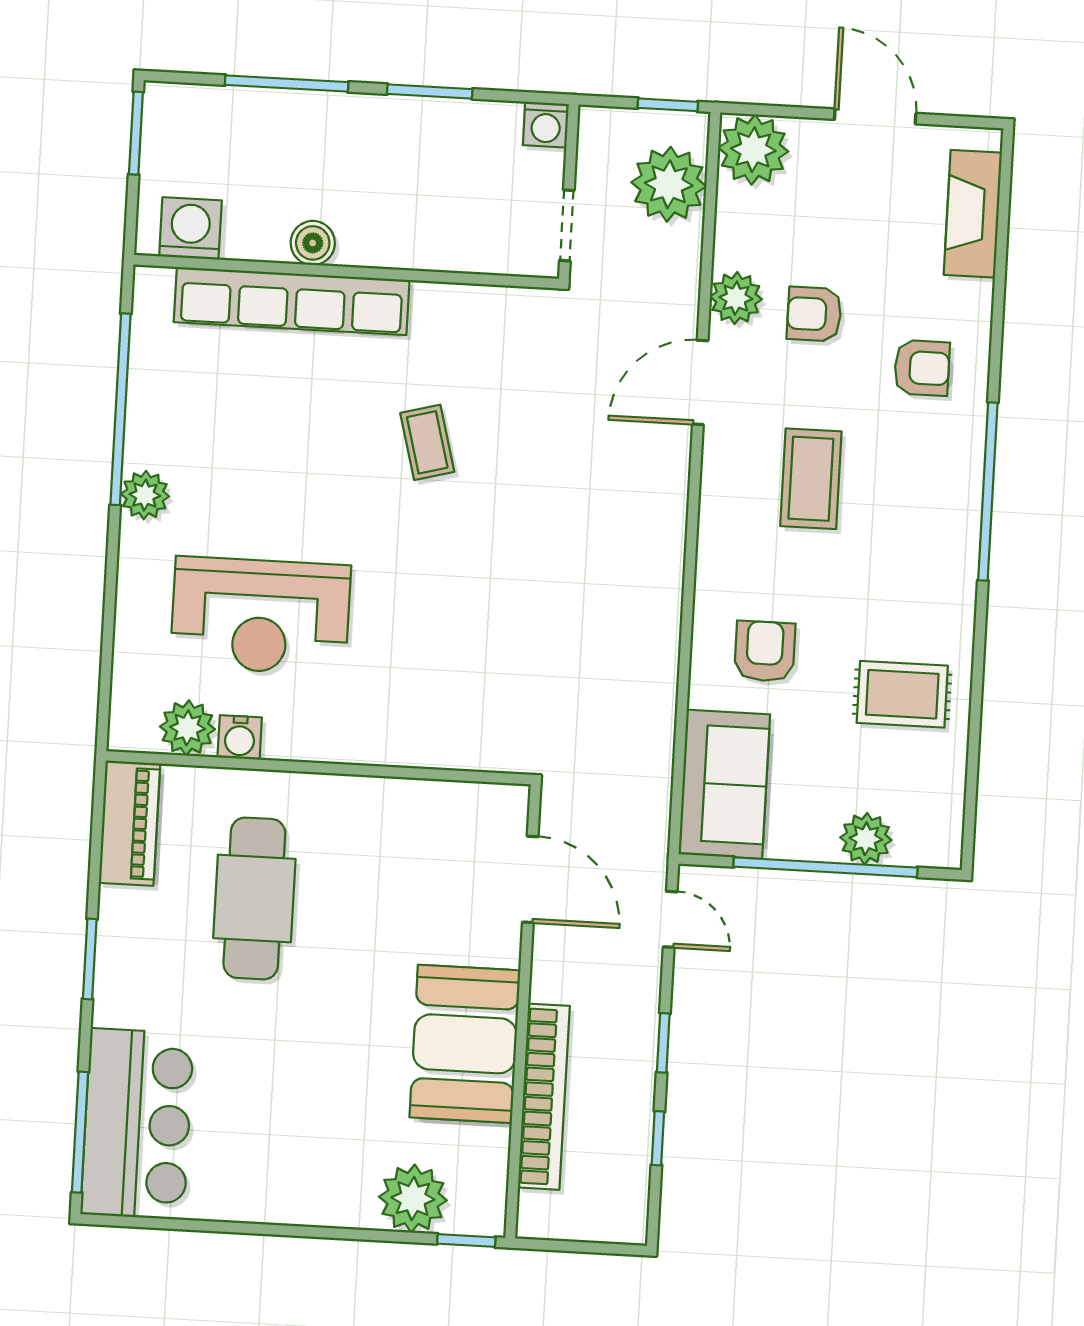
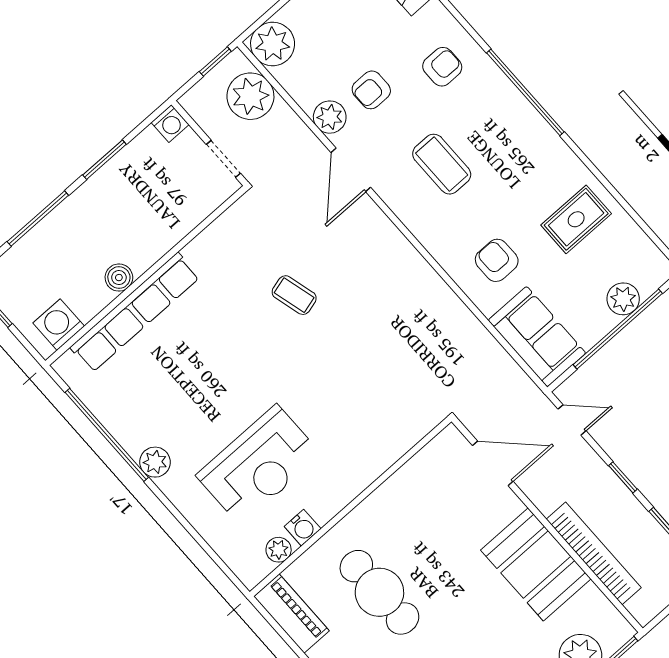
coffee table: (427, 442) -> (294, 295), moved
plant: (187, 728) -> (279, 550), width x0.73, depth x0.73

